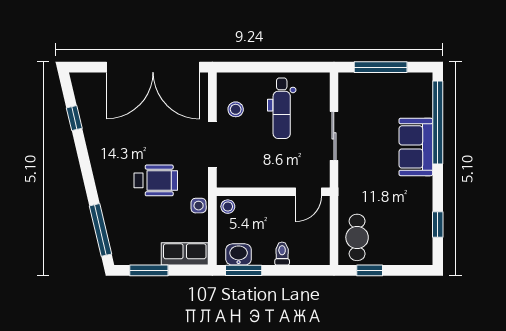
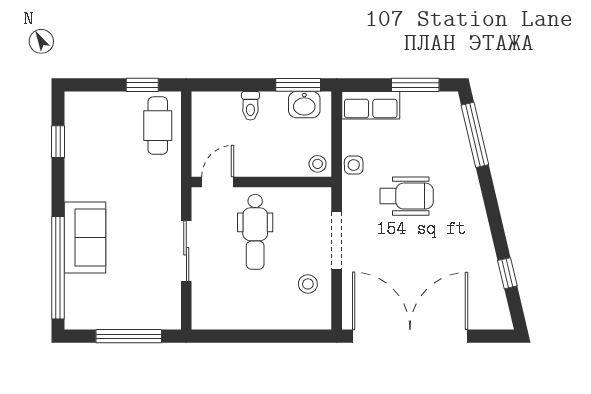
dental chair: (282, 108) -> (255, 232), moved, turned 180
wheelchair: (156, 180) -> (407, 196), turned 180

